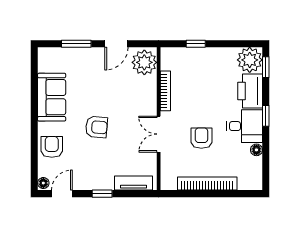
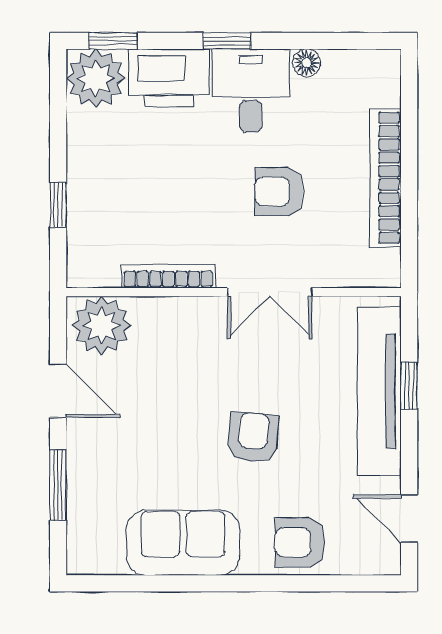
floor lamp: (43, 183) -> (384, 562), removed
tv unit: (134, 183) -> (379, 391), width x1.92, depth x1.29
window: (102, 194) -> (409, 386), moved

